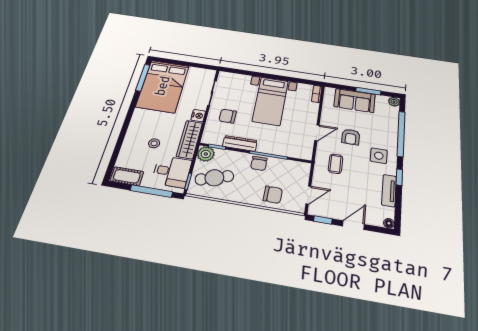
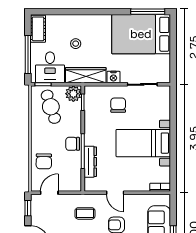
dresser: (240, 143) -> (90, 162), moved
door: (308, 195) -> (49, 193), swing flipped

